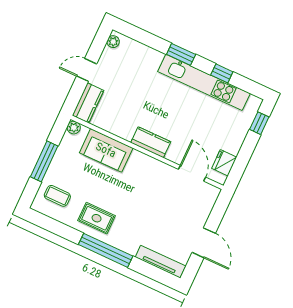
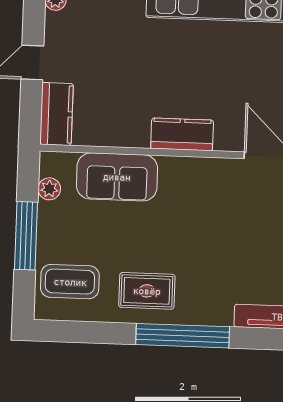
plant: (74, 128) -> (49, 189), moved
coffee table: (57, 196) -> (70, 282), width x1.36, depth x1.30

